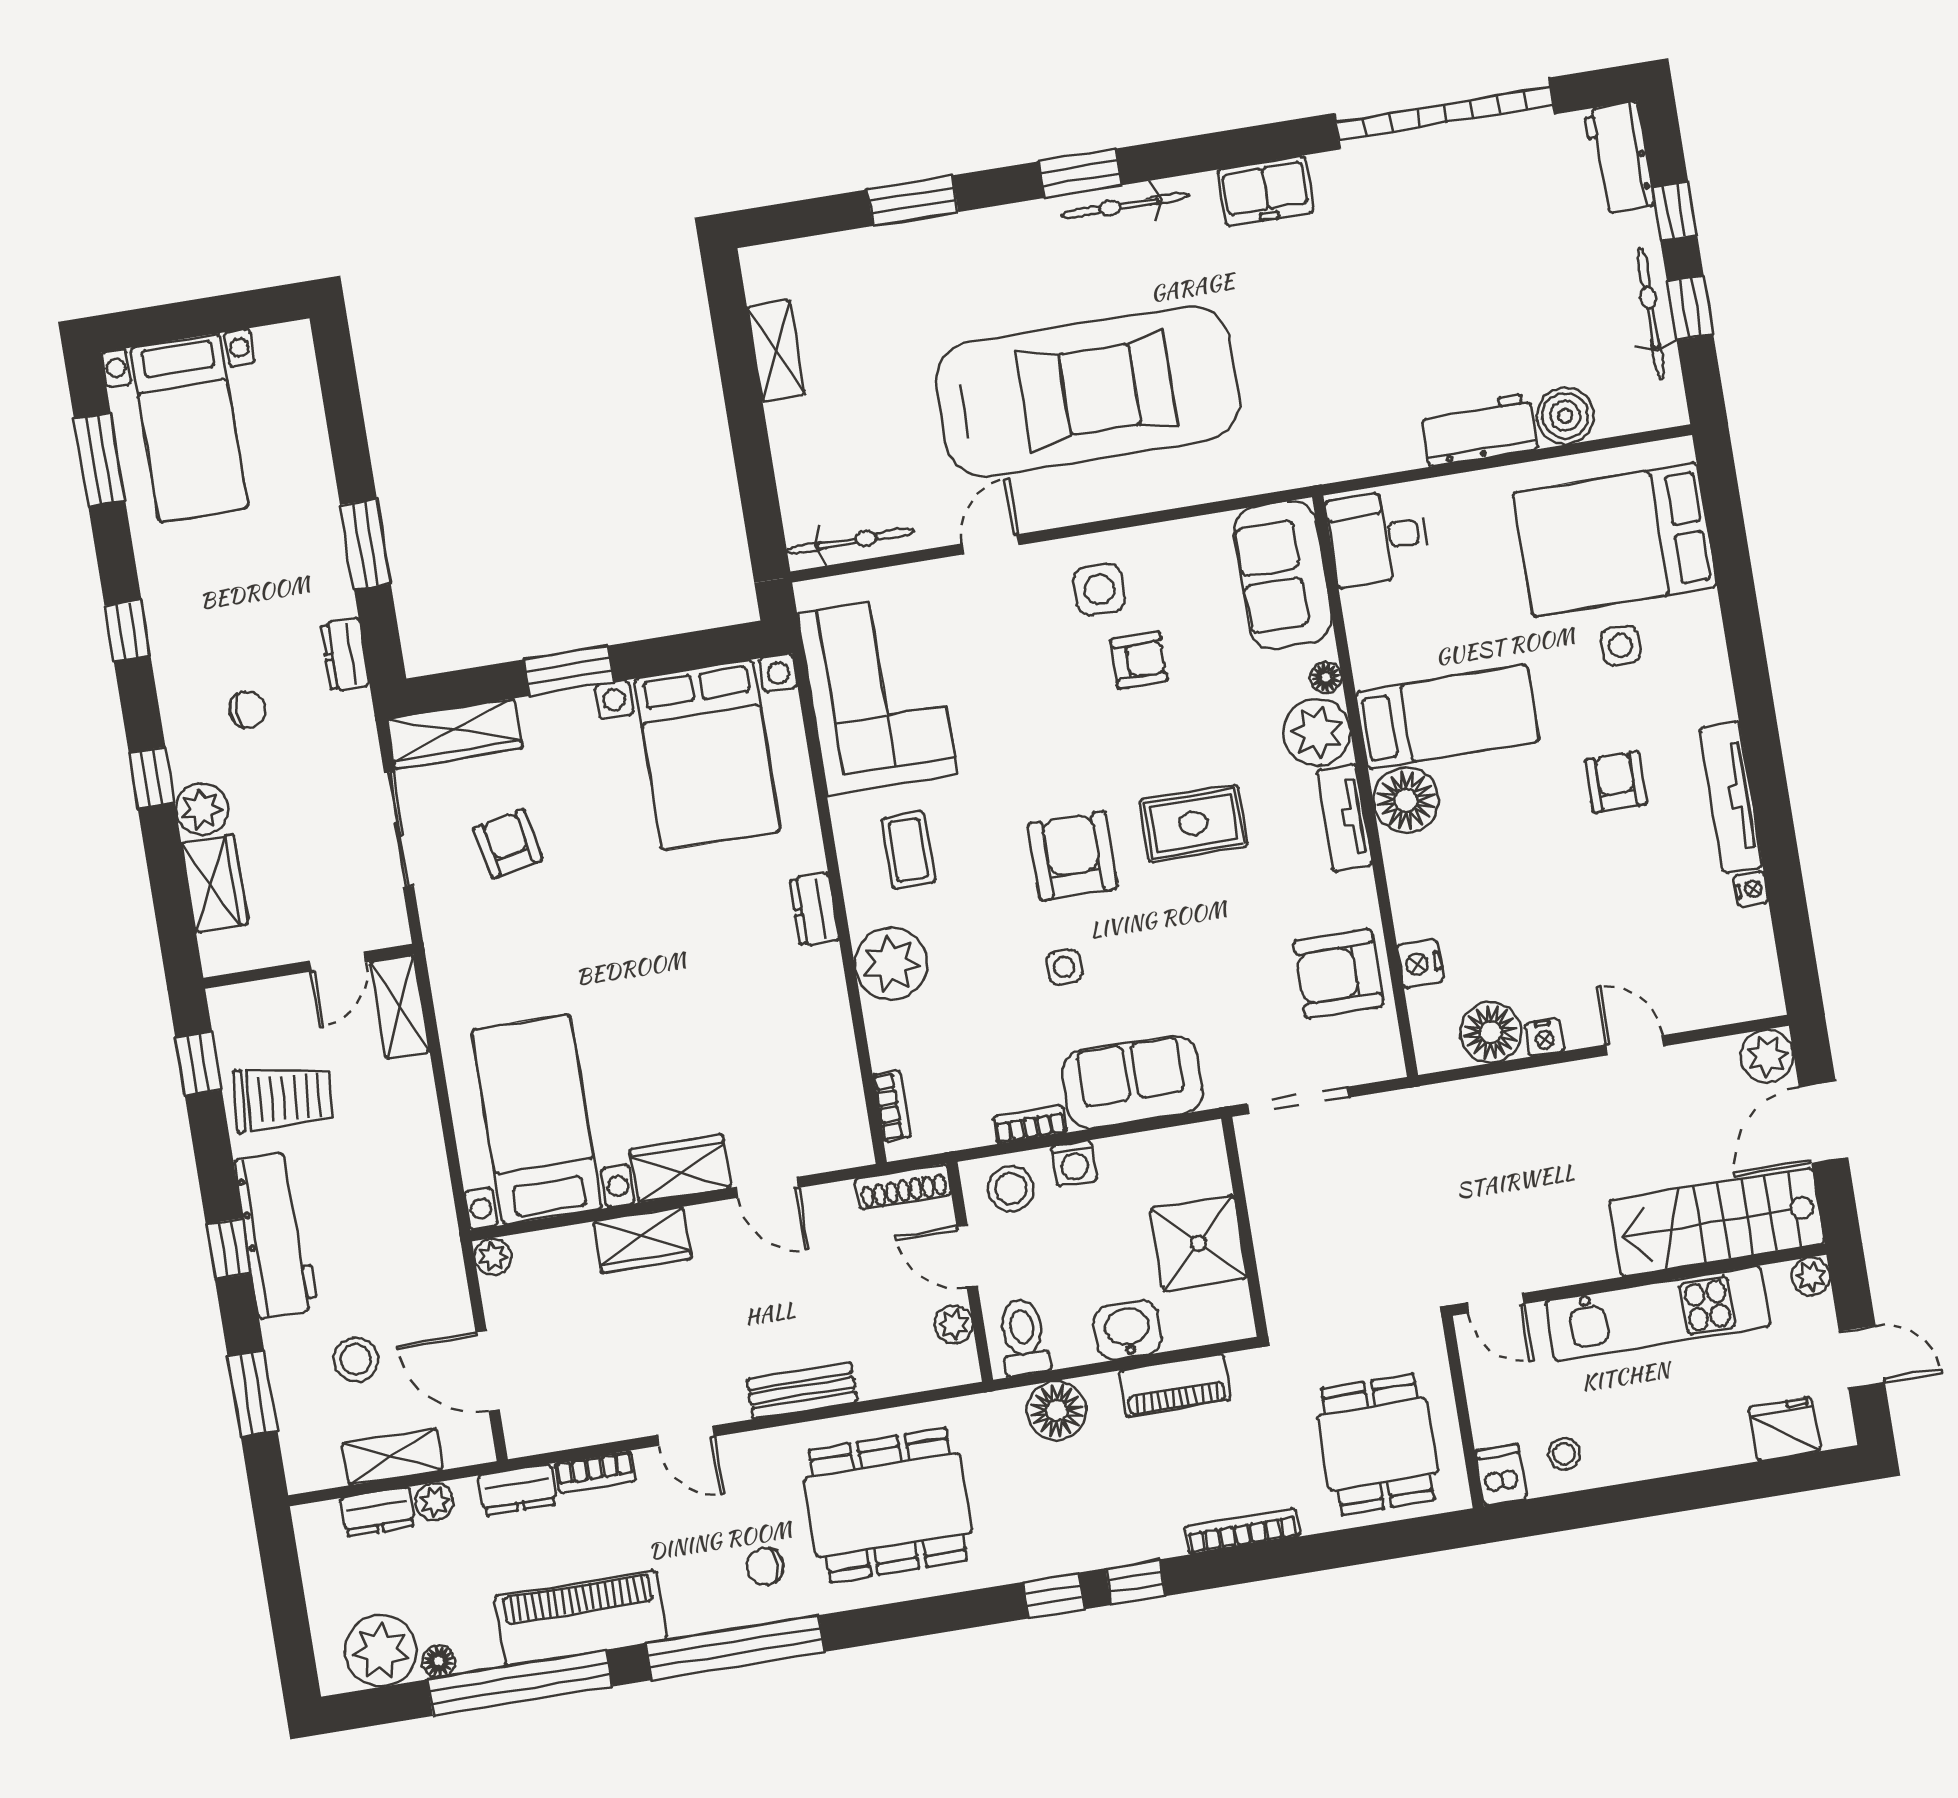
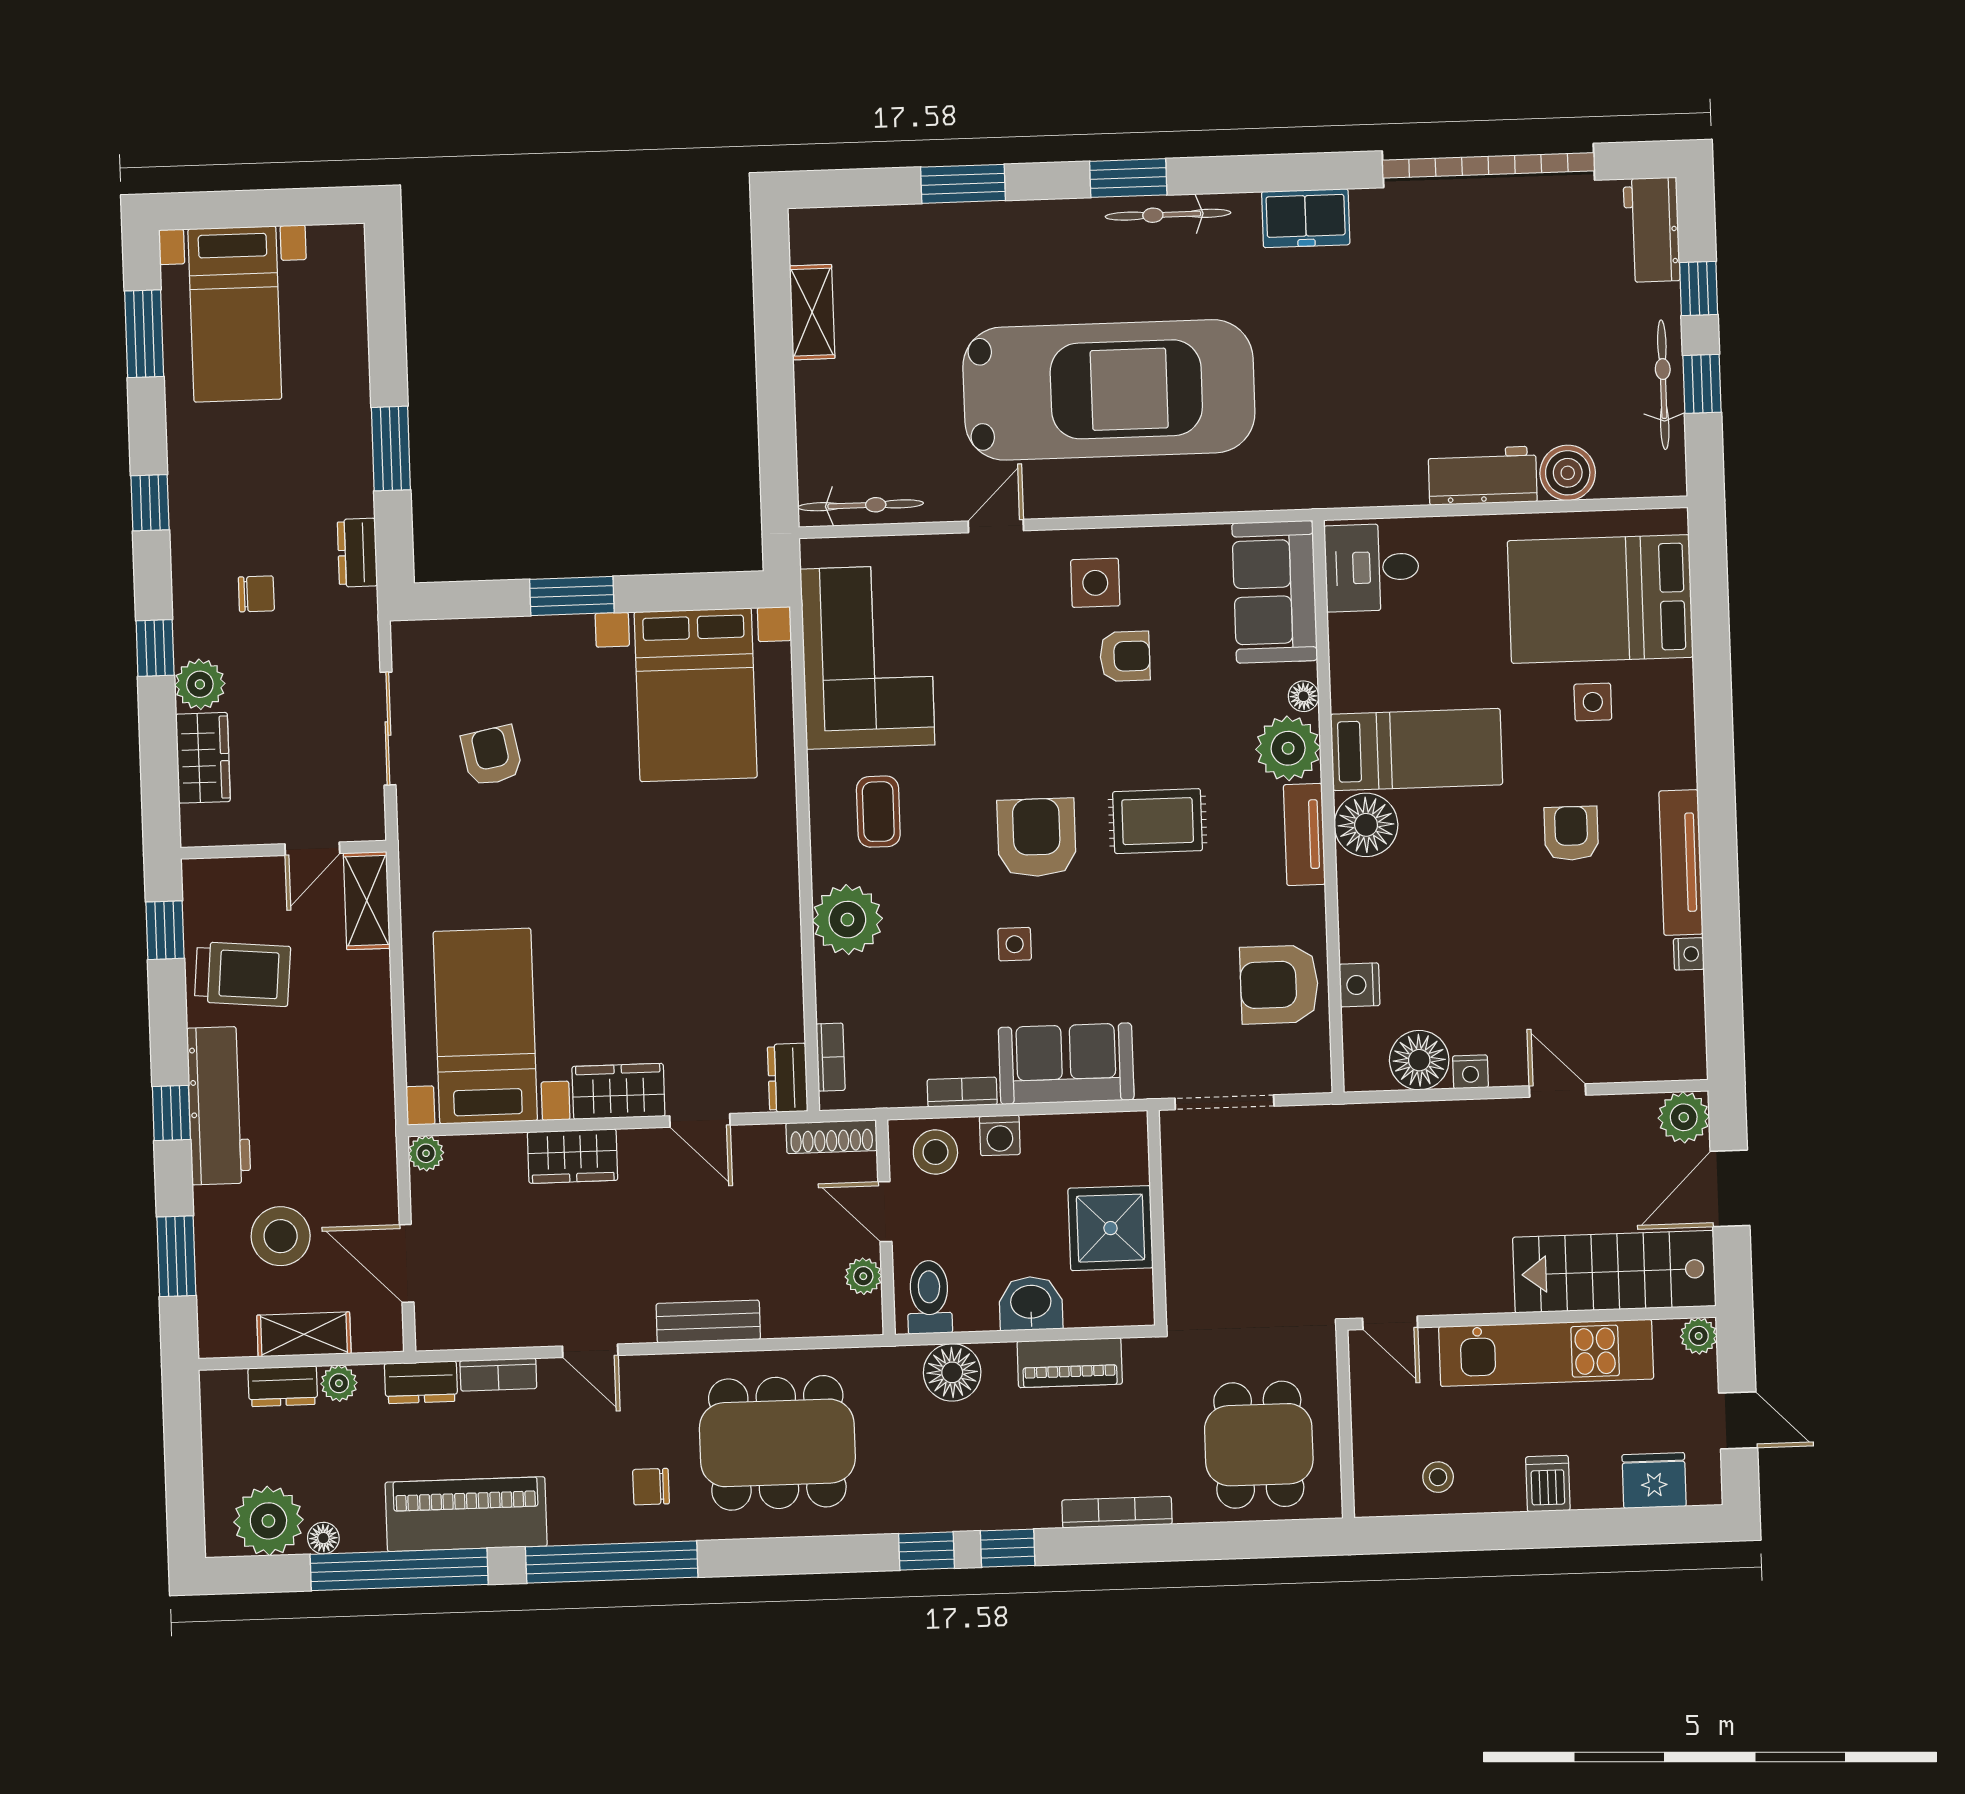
wardrobe: (455, 734) -> (454, 643), removed
dresser: (814, 910) -> (788, 1078), moved
stool: (356, 1360) -> (281, 1236), width x1.38, depth x1.38
dishwasher: (1501, 1475) -> (1548, 1484), moved

